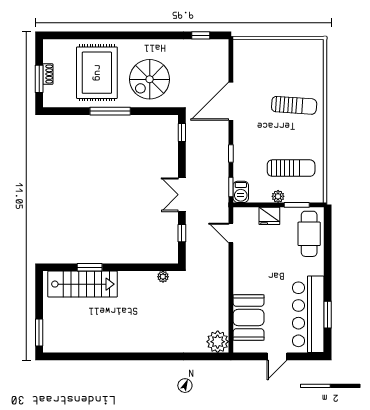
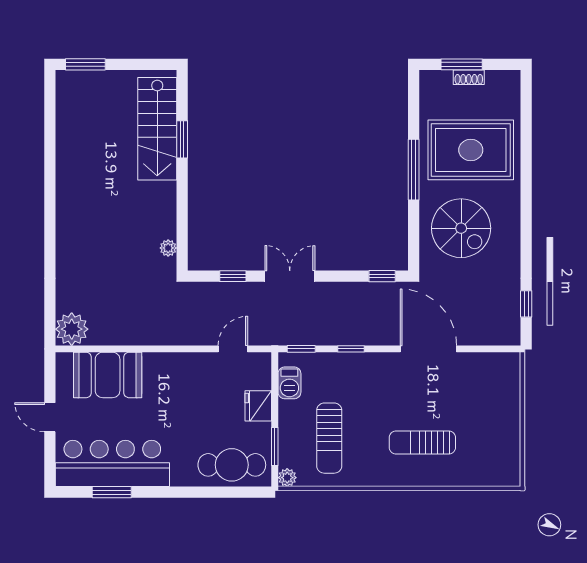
spiral stairs: (150, 79) -> (461, 228), turned 180
sun lounger: (294, 105) -> (422, 443), turned 86
barbecue: (241, 192) -> (289, 383), moved, turned -90
plant: (278, 196) -> (287, 478), moved

